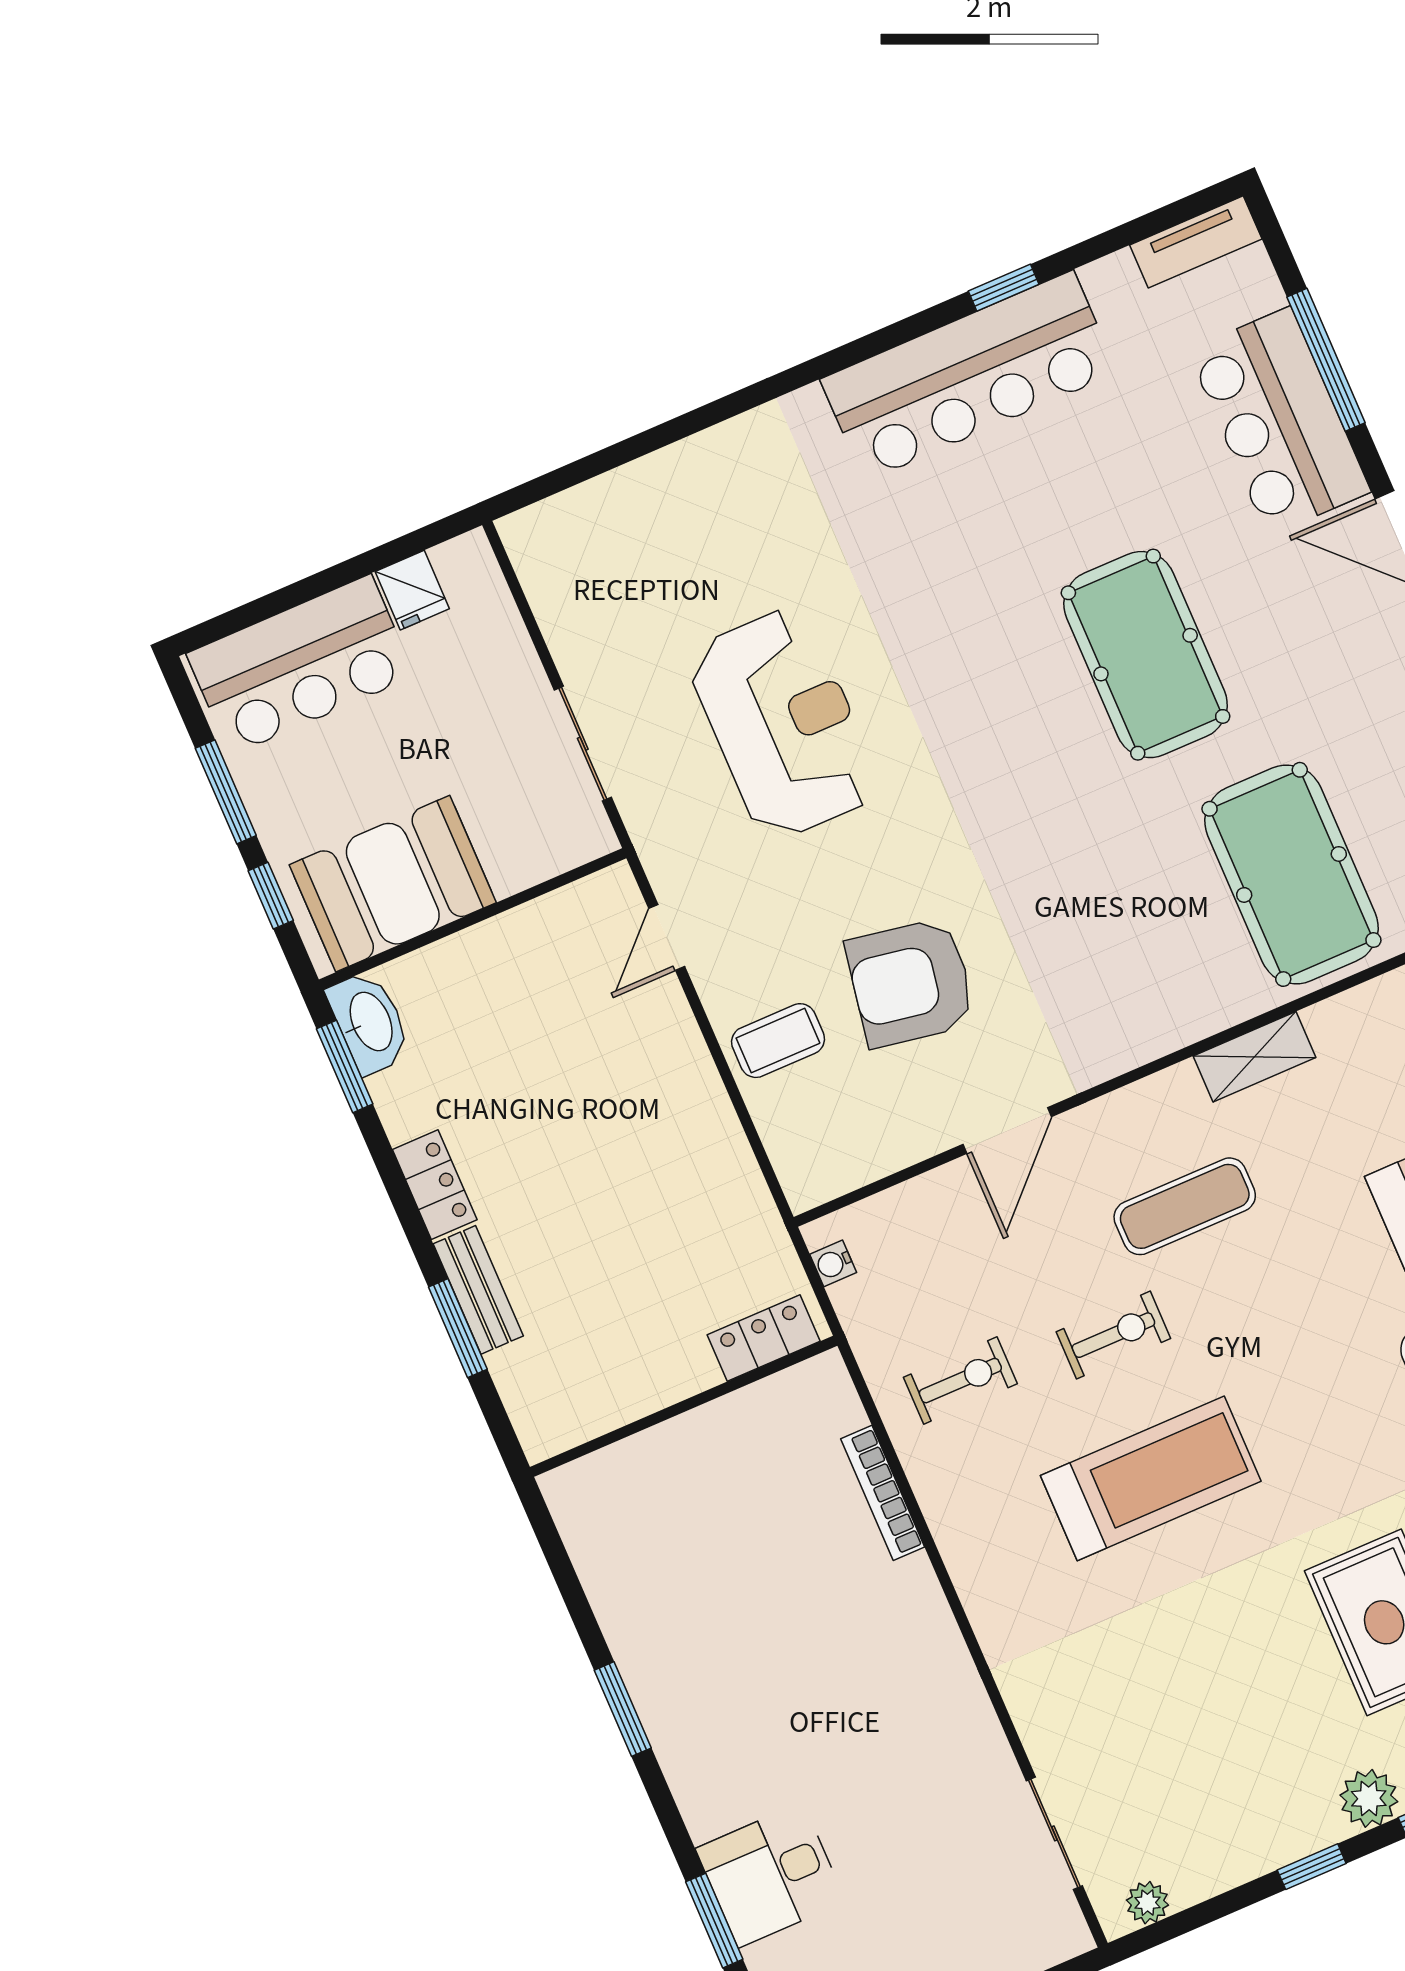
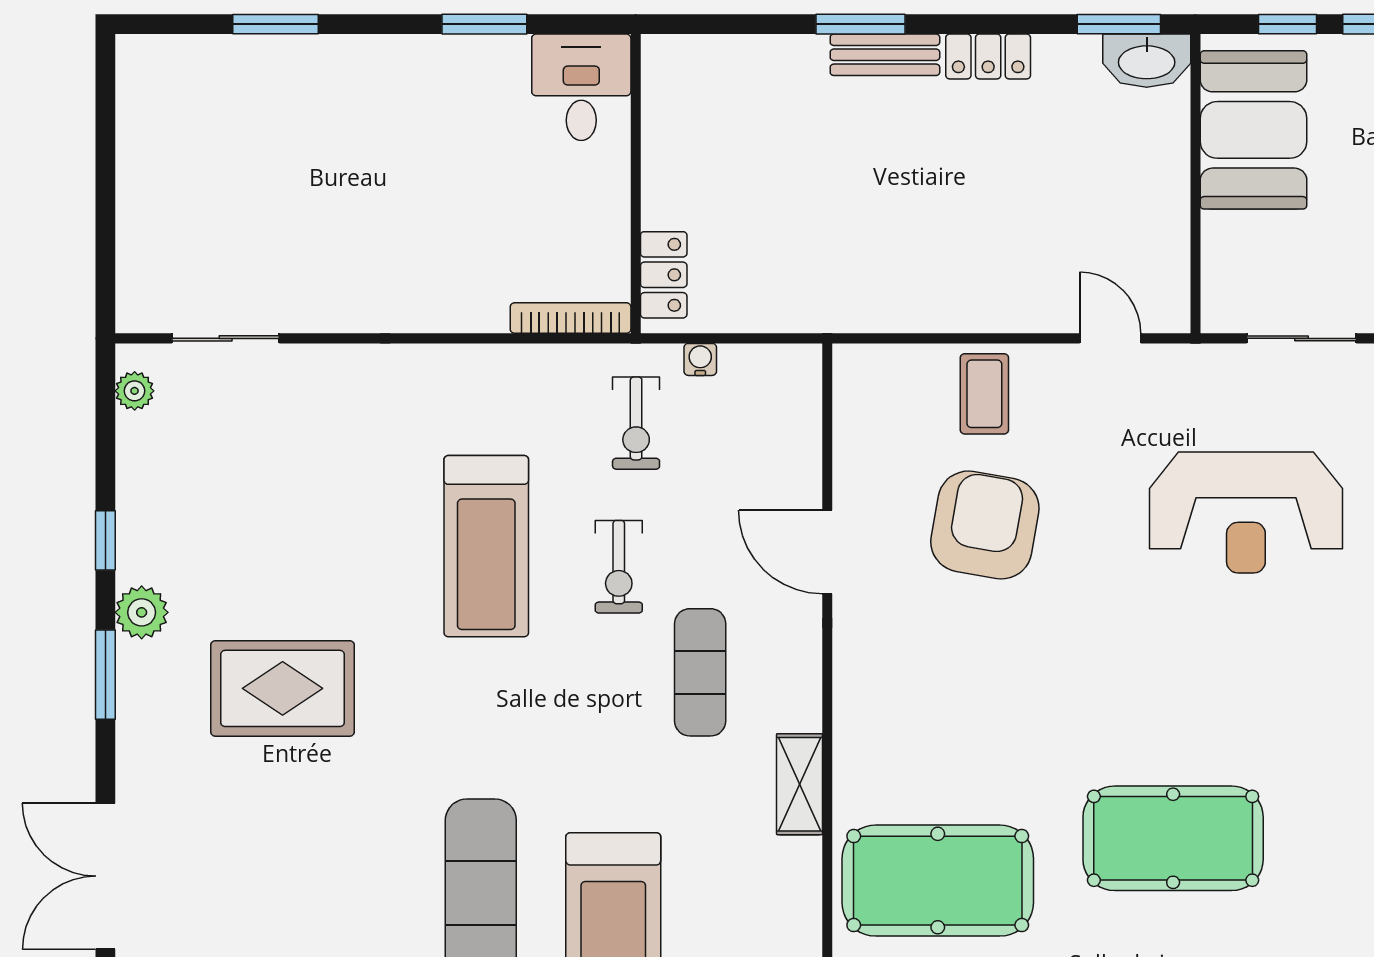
water cooler: (833, 1263) -> (700, 359), moved
locker: (764, 1338) -> (664, 275), moved
wall: (684, 1406) -> (636, 184), moved
desk: (771, 1875) -> (581, 87), moved

